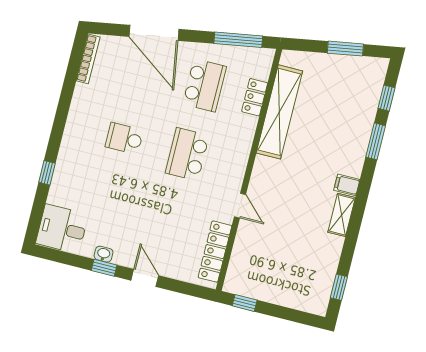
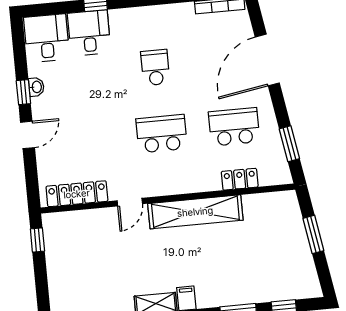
window: (238, 40) -> (289, 144), width x0.69
window: (345, 49) -> (313, 234), moved
school desk: (205, 85) -> (234, 127), turned 180
shelving: (279, 112) -> (195, 212), moved
desk: (71, 188) -> (89, 33), added

